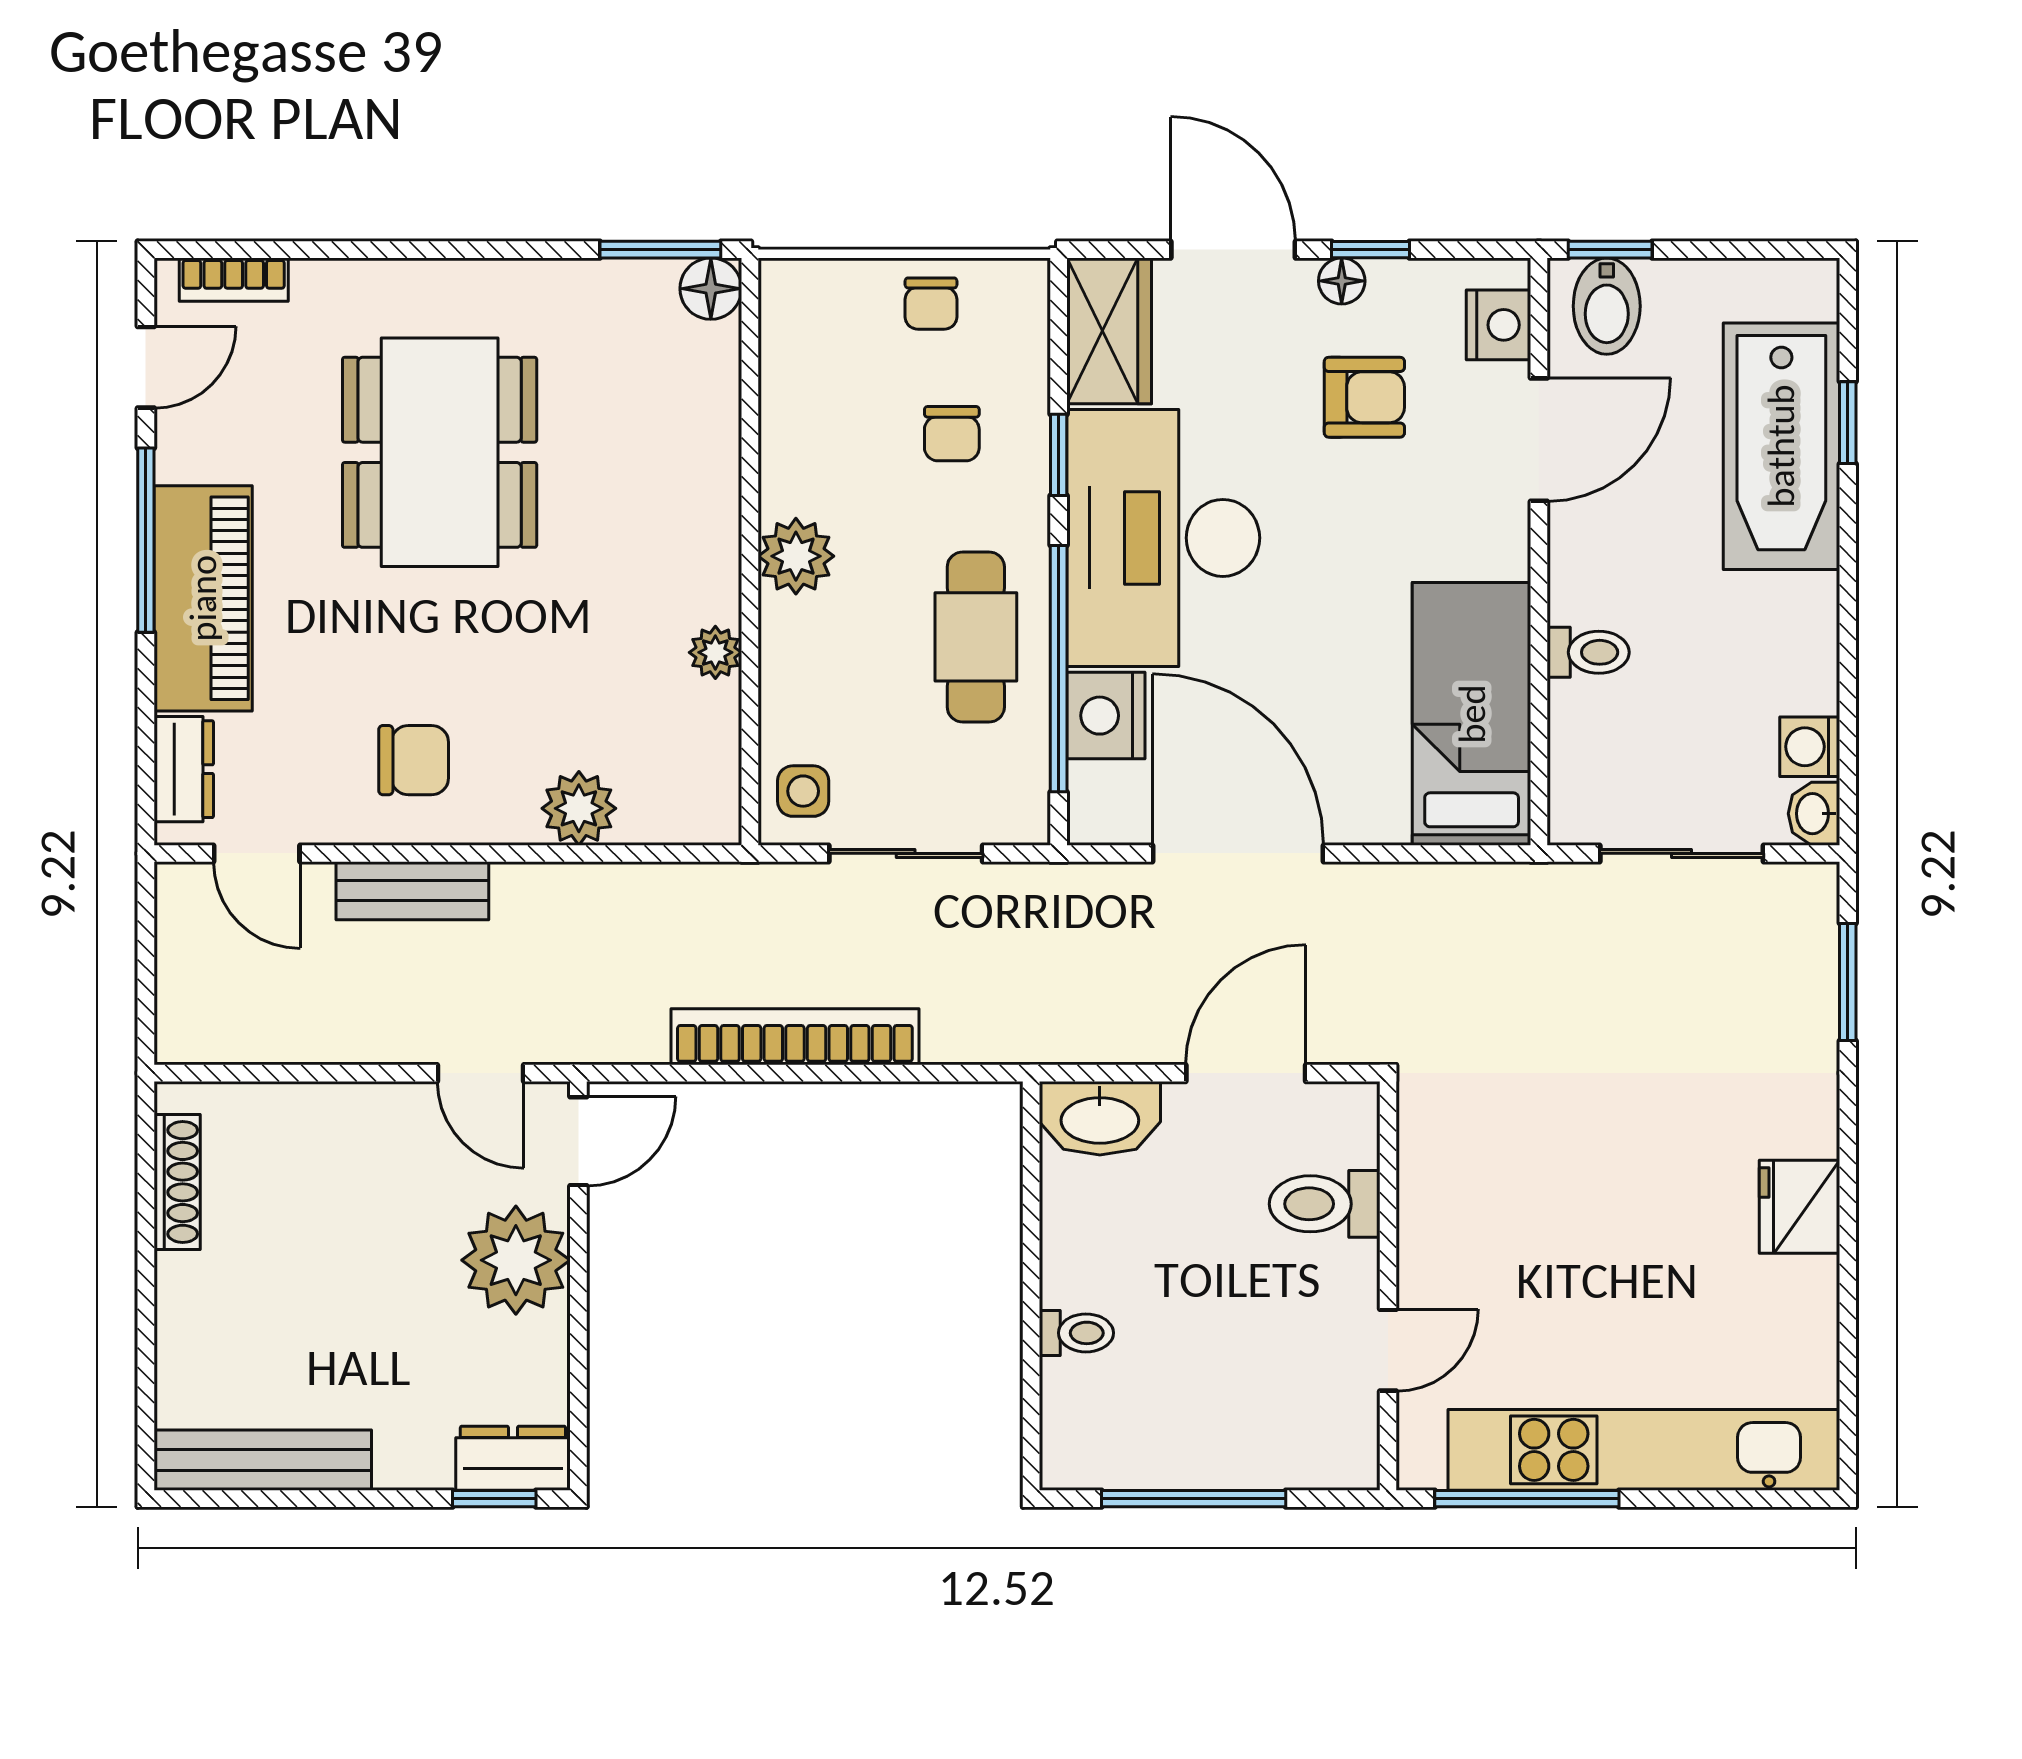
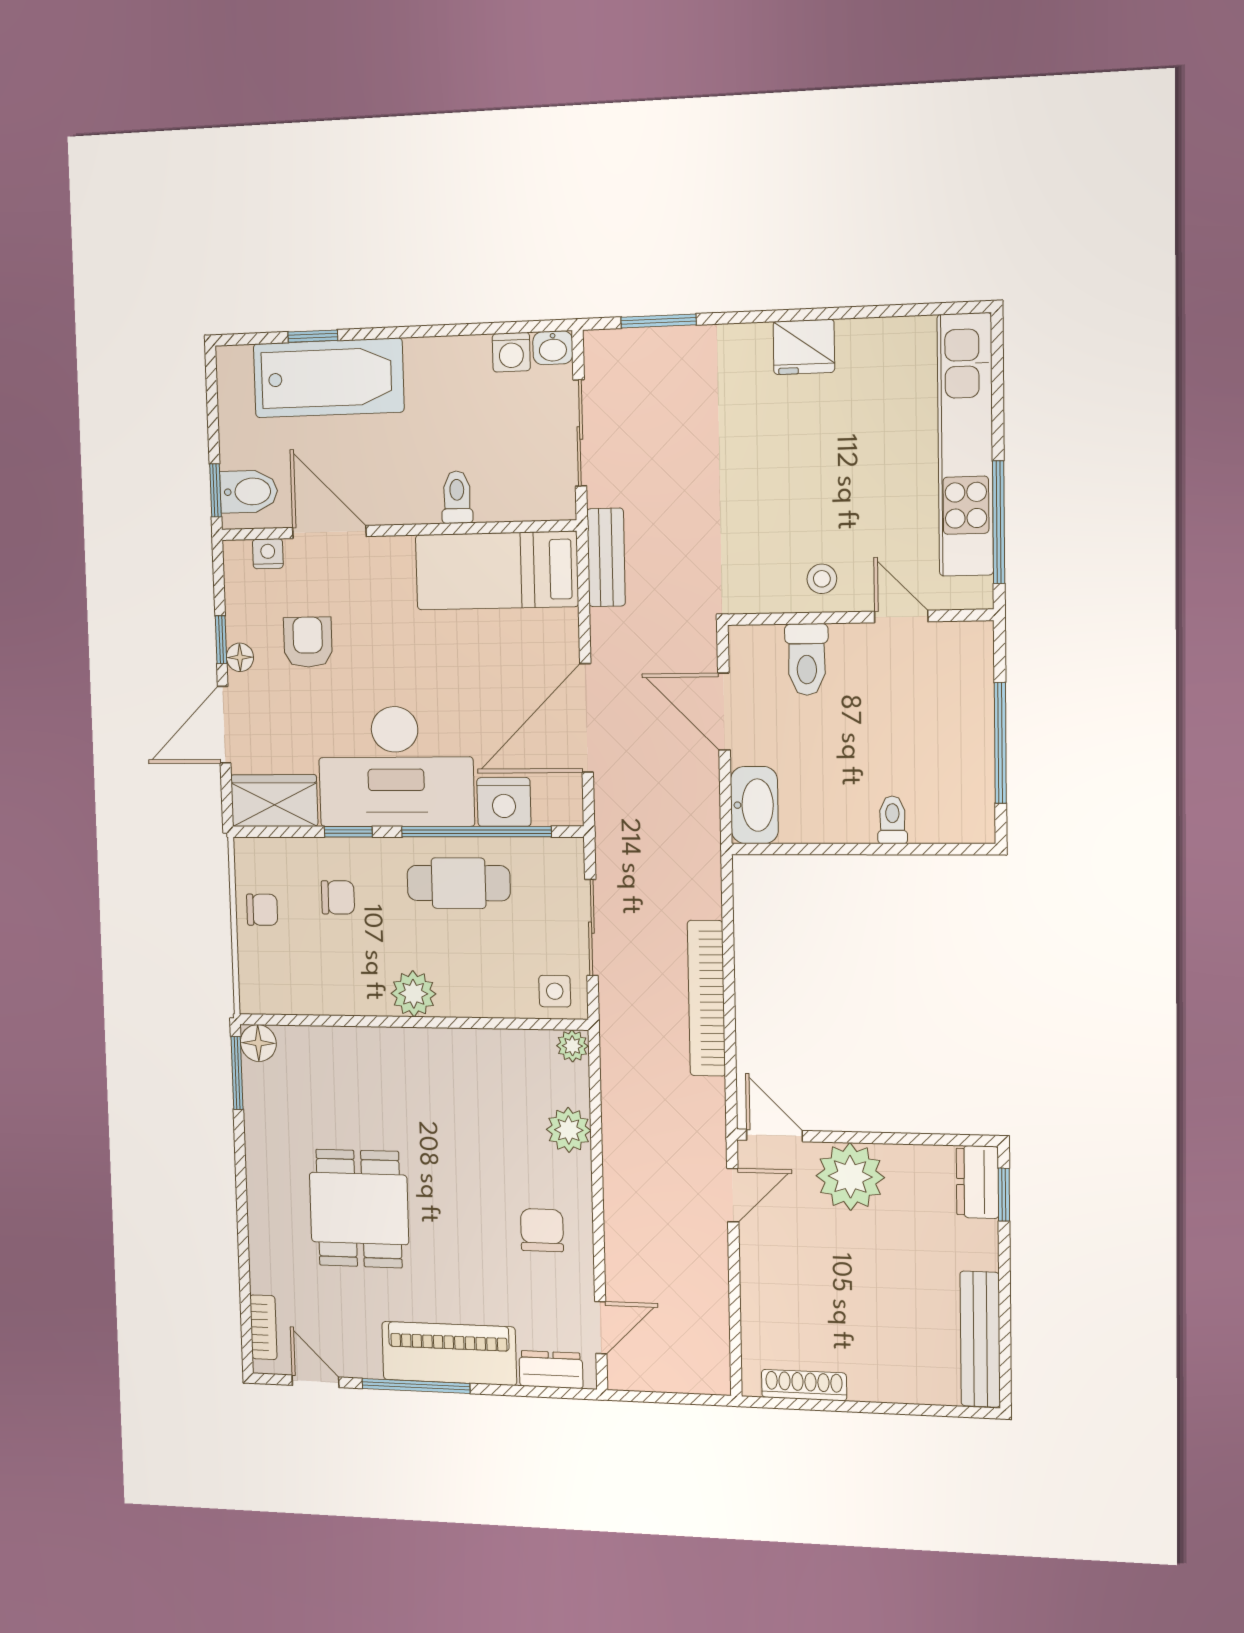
nightstand: (1499, 325) -> (268, 554), width x0.72, depth x0.74
dining table: (440, 452) -> (359, 1208), width x0.73
plant: (715, 652) -> (572, 1046), moved
bench: (412, 891) -> (606, 557), moved
stool: (1448, 1229) -> (822, 579), added

